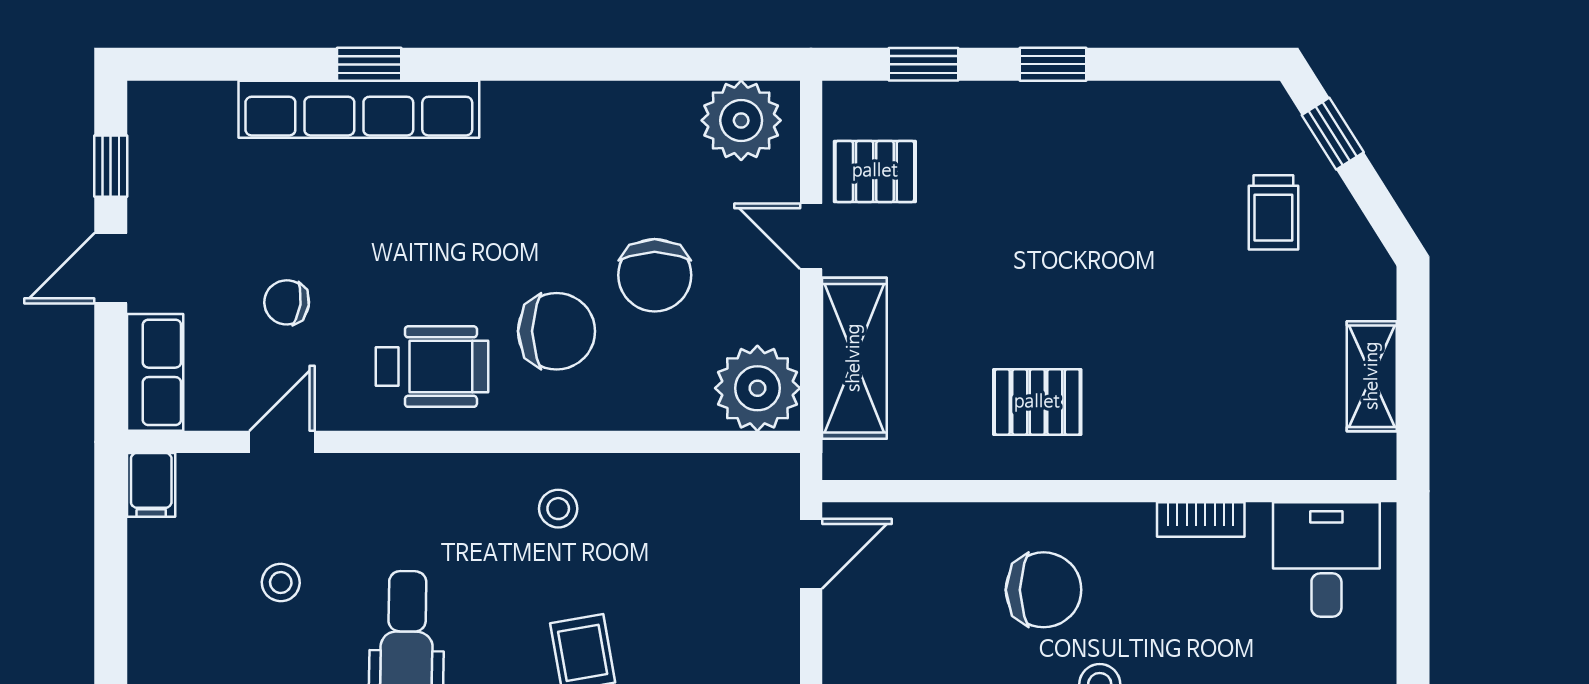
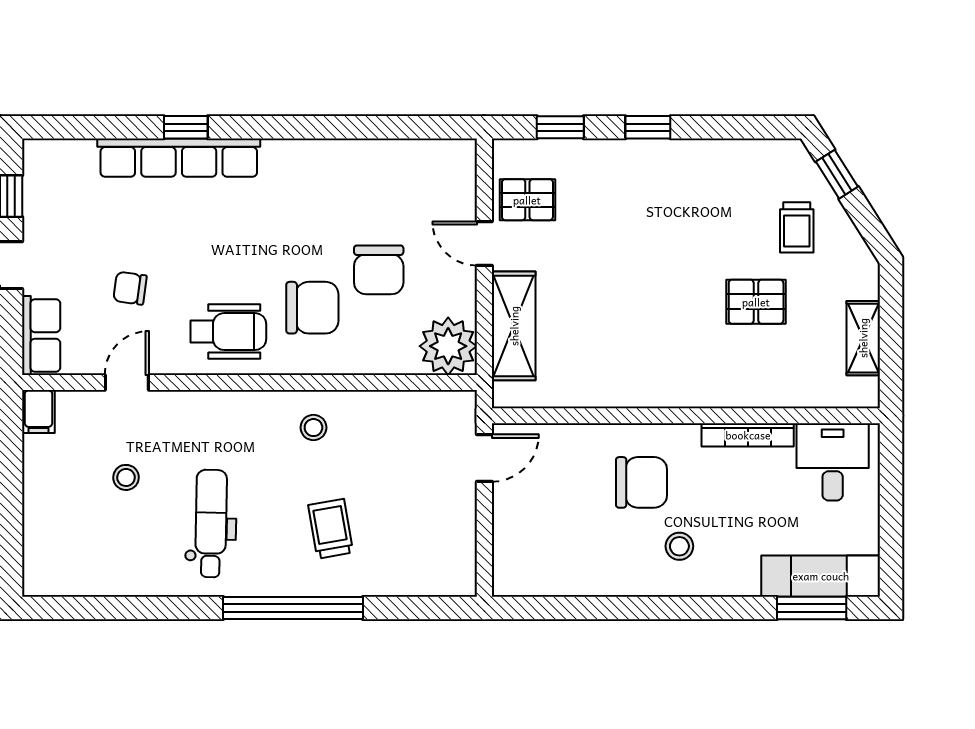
plant: (741, 120) -> (437, 165), removed
pallet: (1037, 402) -> (756, 302), moved
bookcase: (1201, 519) -> (748, 435), width x1.56

